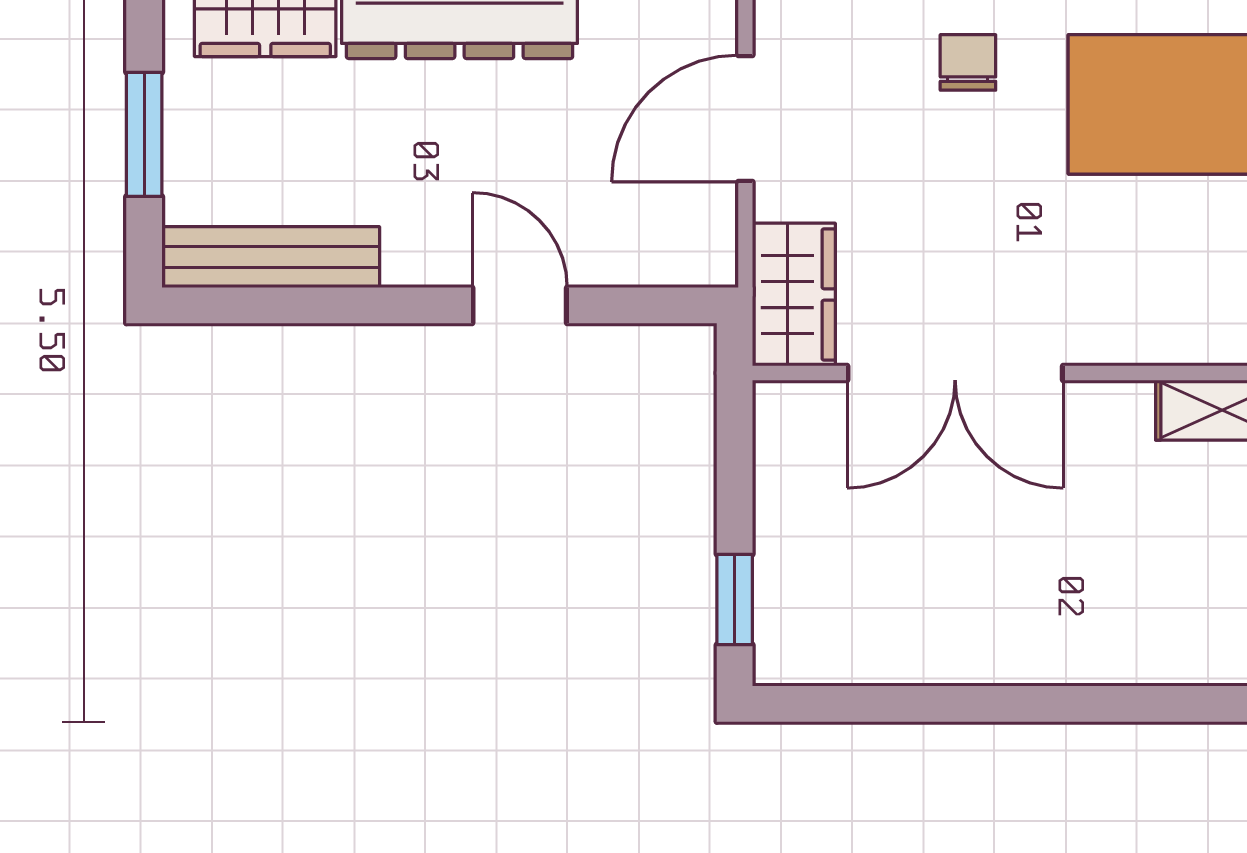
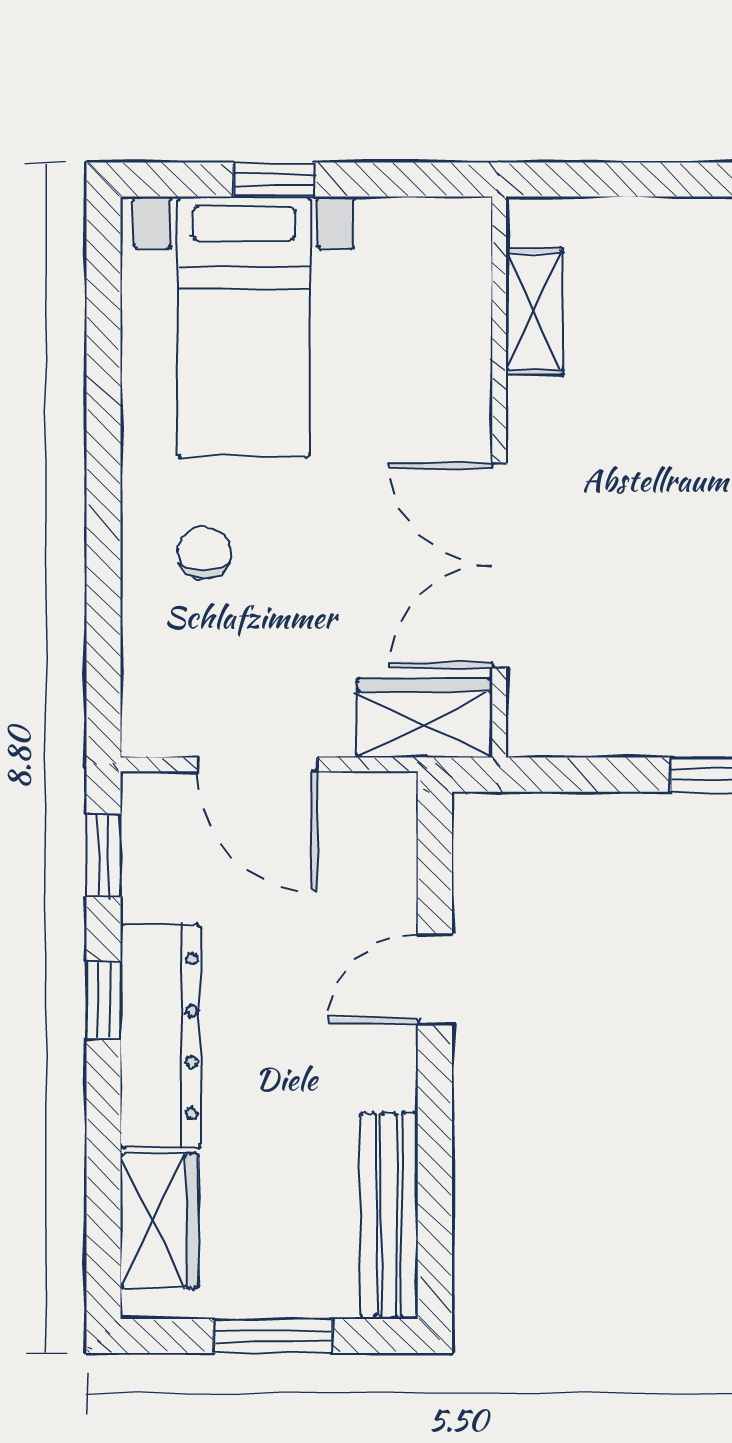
chair: (968, 62) -> (204, 553), turned 90
double door: (955, 373) -> (499, 565), swing flipped

